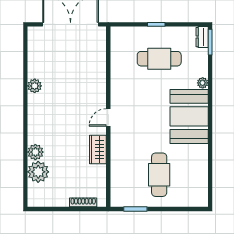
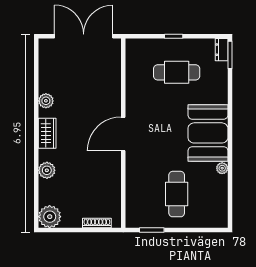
plant: (203, 83) -> (222, 168), moved
door: (108, 117) -> (123, 134), width x1.87
wardrobe: (98, 150) -> (47, 133), moved, turned 180
plant: (38, 172) -> (50, 217), moved

